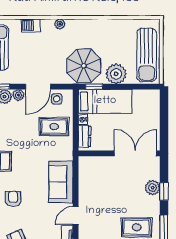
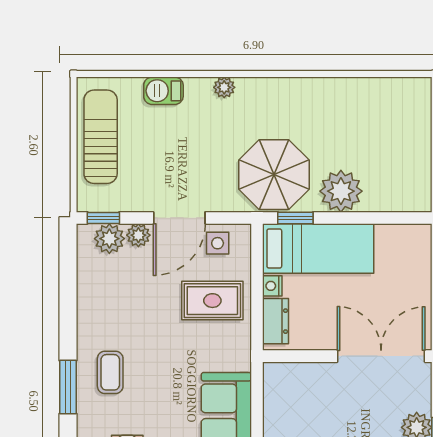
sun lounger: (147, 55) -> (404, 152), removed

